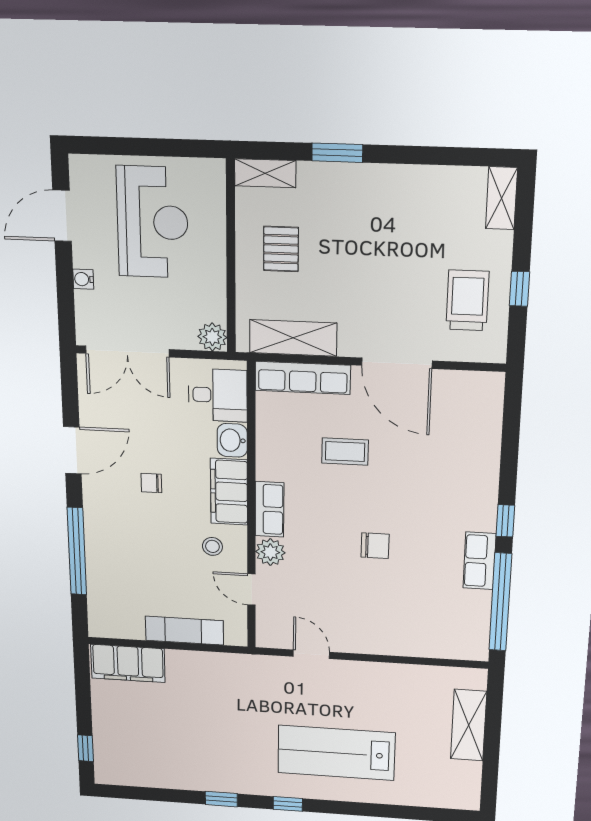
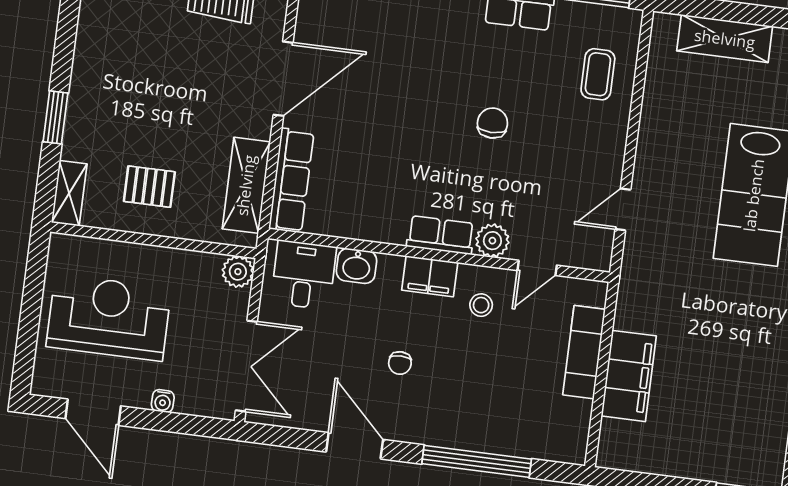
coffee table: (345, 452) -> (598, 74), moved
filing cabinet: (229, 492) -> (430, 276), width x0.67, depth x0.86
filing cabinet: (128, 663) -> (629, 376), moved

